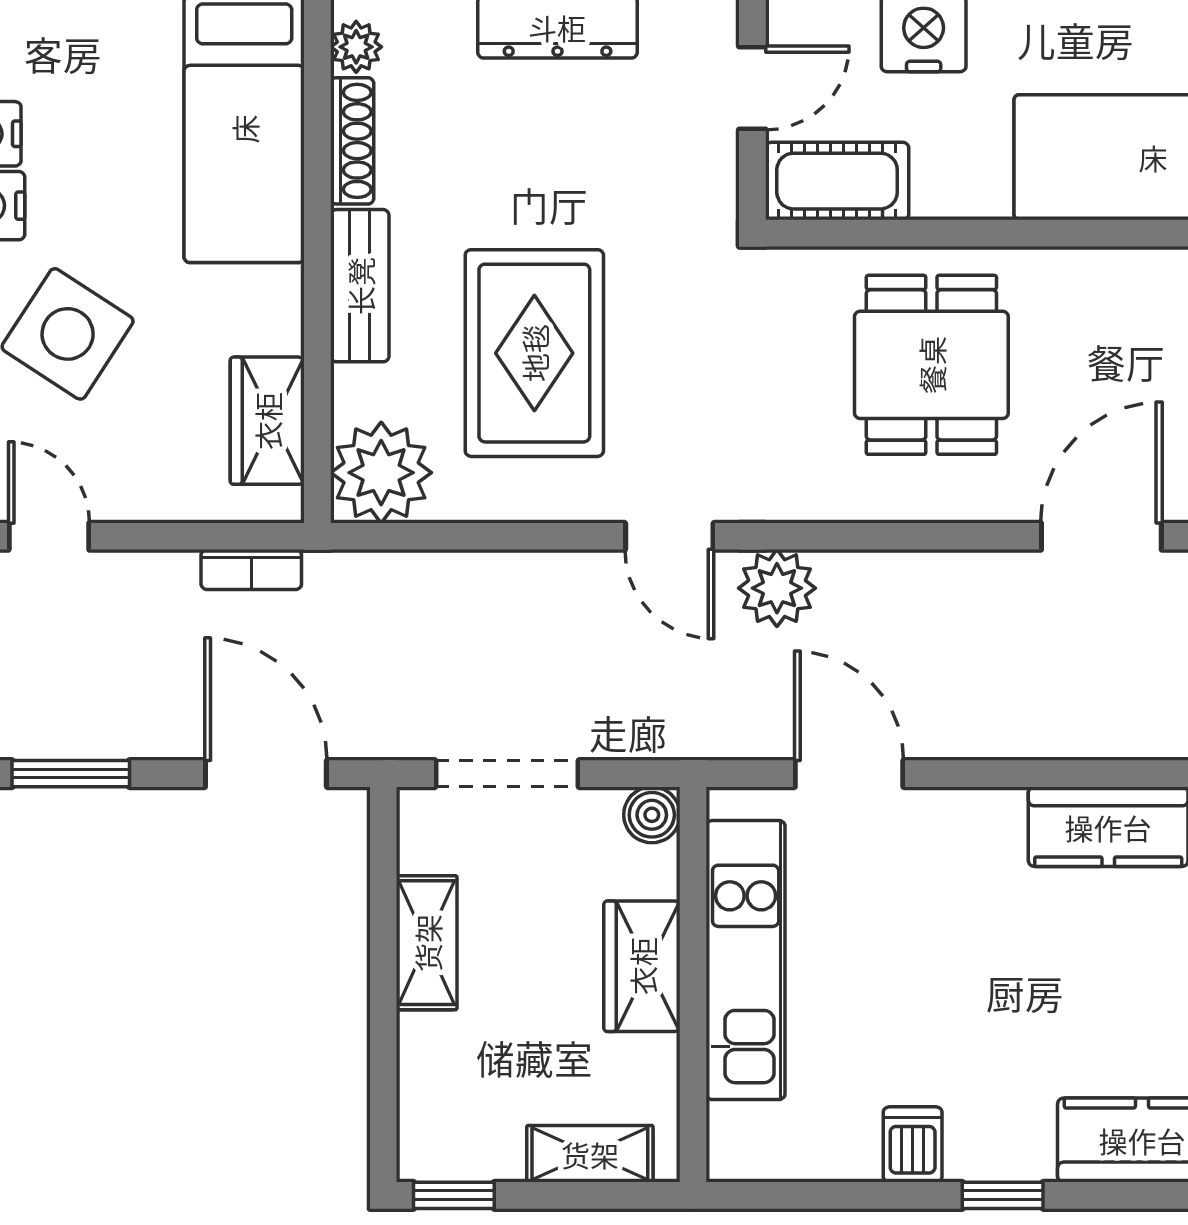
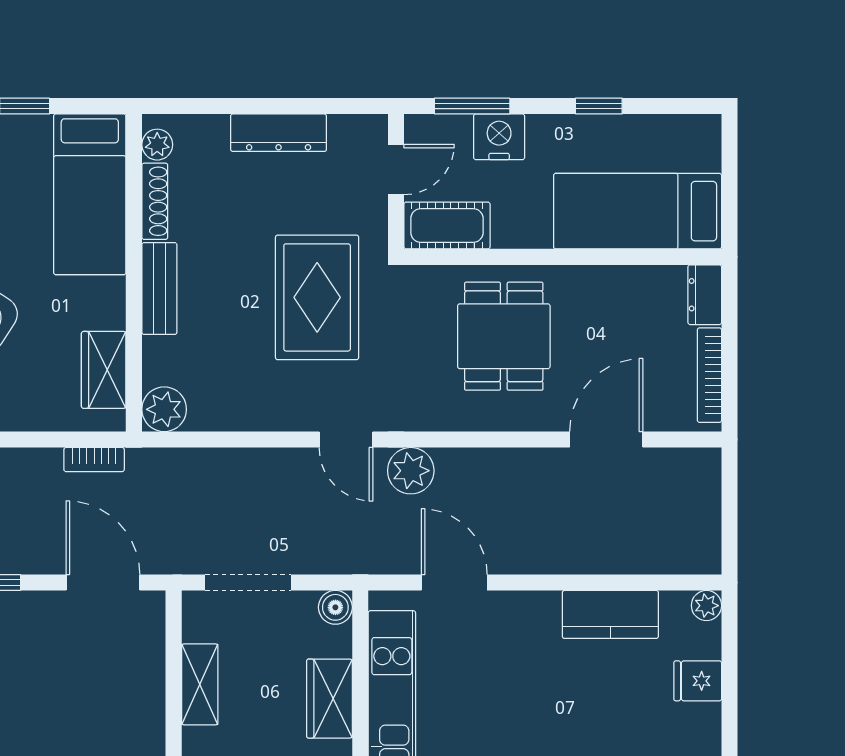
rug: (534, 353) -> (317, 297), moved
plant: (381, 473) -> (164, 409), width x0.73, depth x0.73

